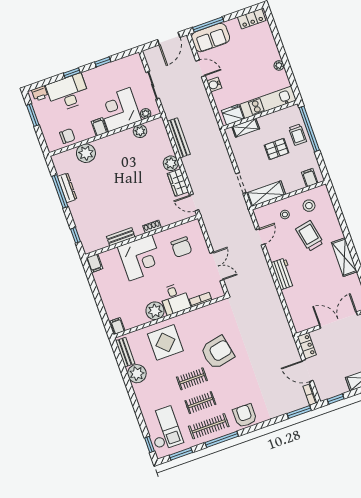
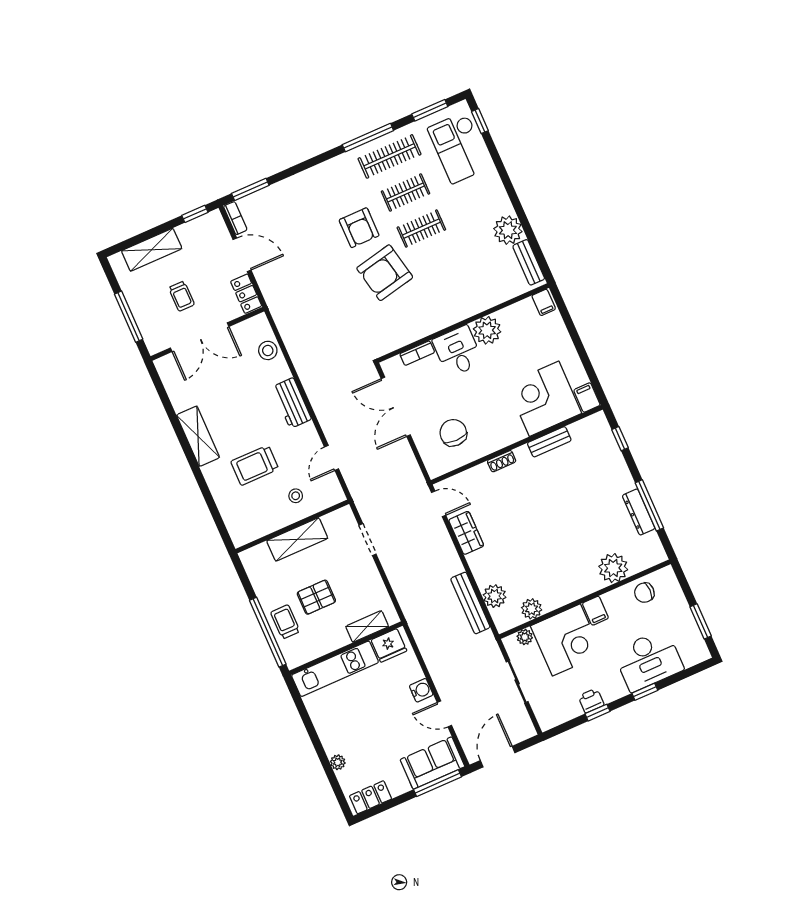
plant: (279, 65) -> (338, 762), moved
printer: (40, 93) -> (591, 701), moved
plant: (171, 163) -> (495, 596), moved
filing cabinet: (310, 178) -> (261, 556), removed
shelving: (266, 194) -> (297, 539), moved
stool: (309, 206) -> (268, 350), moved
trolley: (310, 236) -> (255, 465), turned 101
corner desk: (141, 258) -> (544, 399), moved
double door: (217, 266) -> (396, 407), width x1.37
display table: (165, 342) -> (467, 282), removed
trolley: (348, 347) -> (181, 296), added
armchair: (245, 416) -> (359, 228), moved

